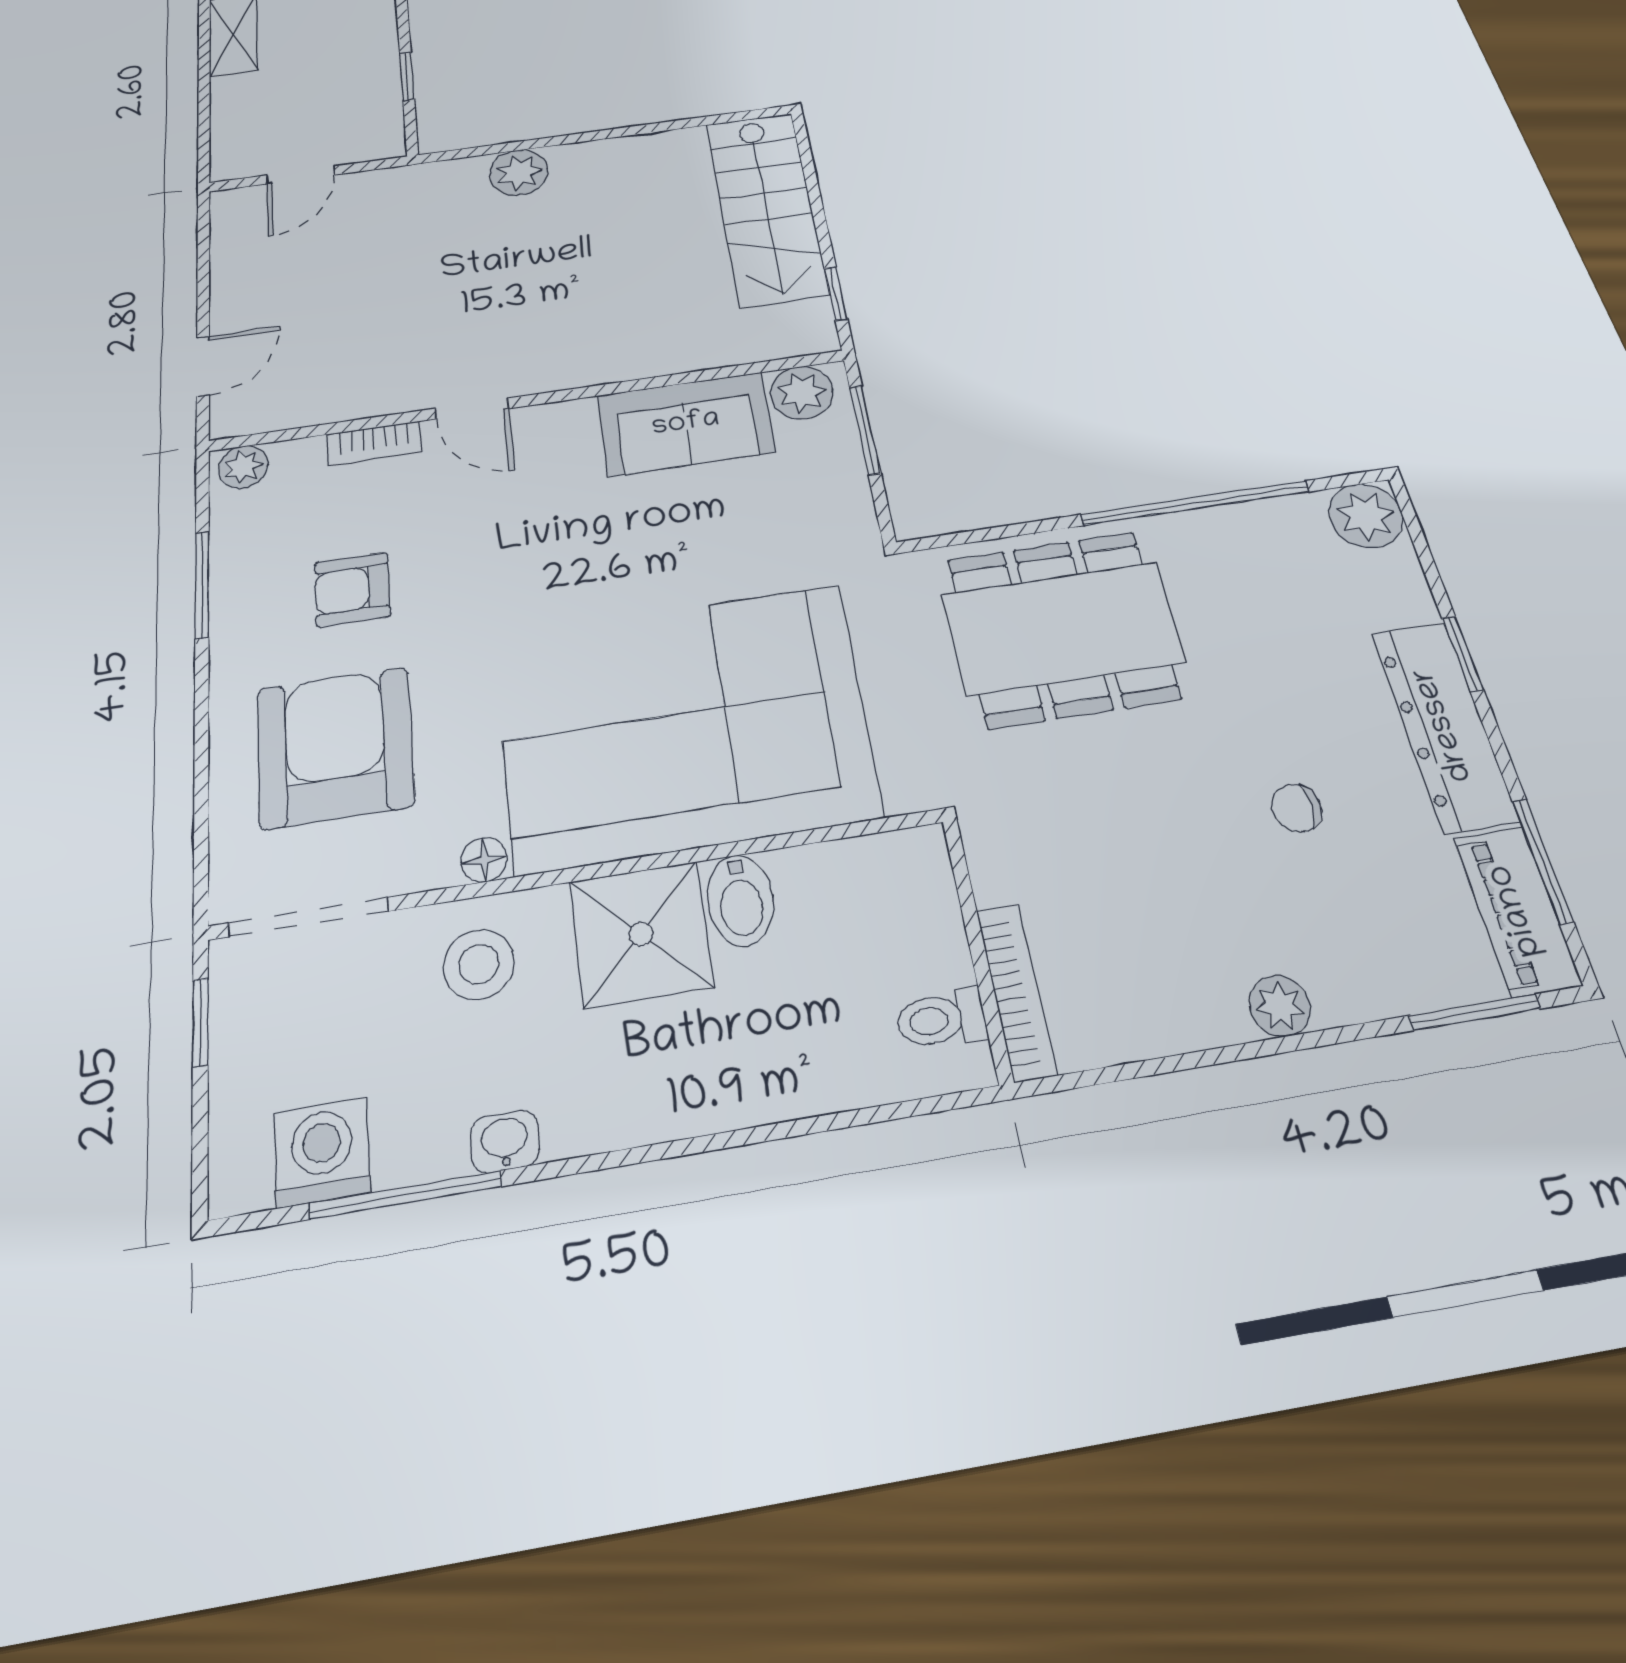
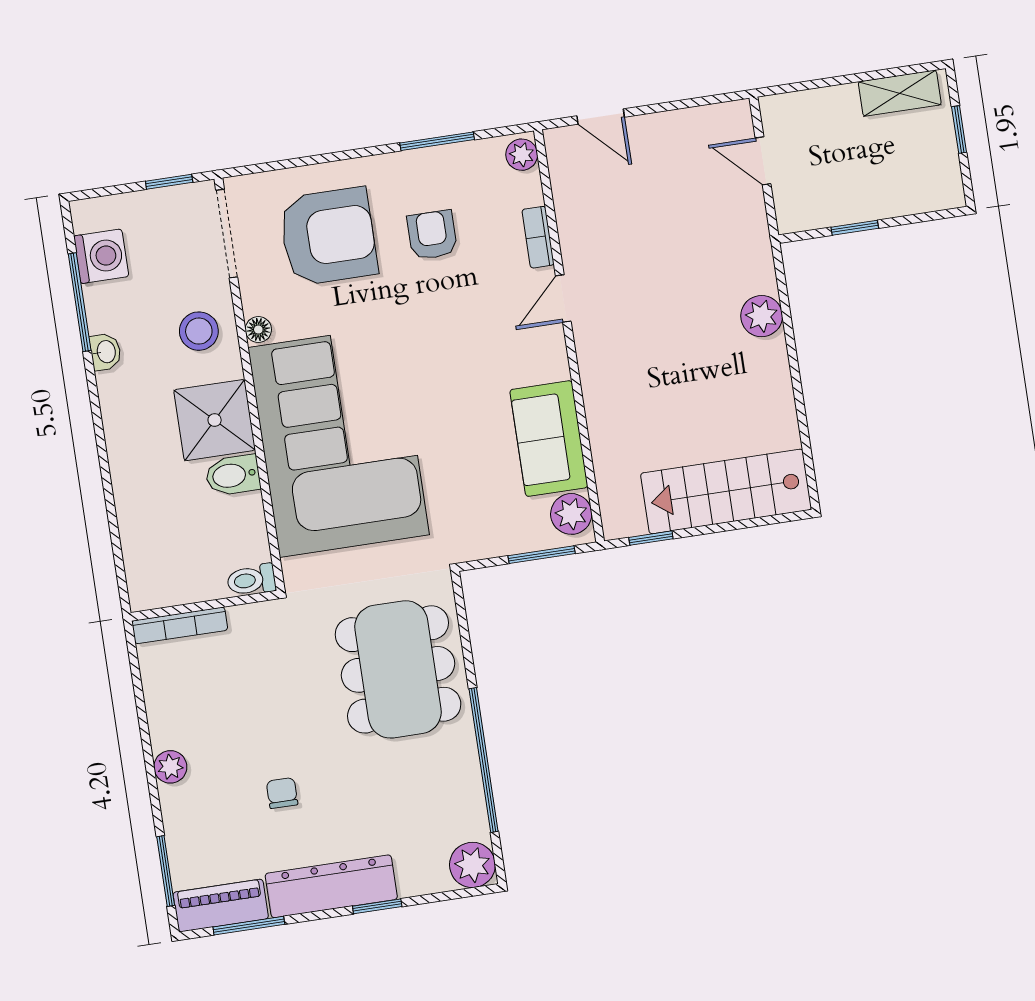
toilet: (941, 1019) -> (251, 580), moved, turned -90

